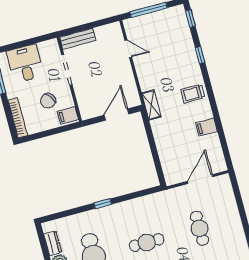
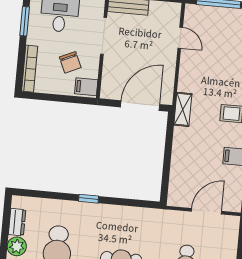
chair: (48, 101) -> (70, 62), turned -77
door: (116, 115) -> (140, 106), width x1.36

